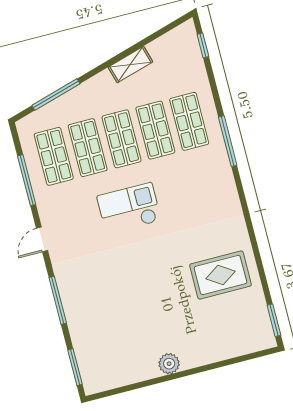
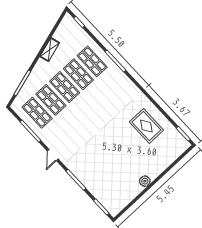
checkout: (129, 208) -> (86, 118), removed
rug: (220, 275) -> (146, 126), turned 90

